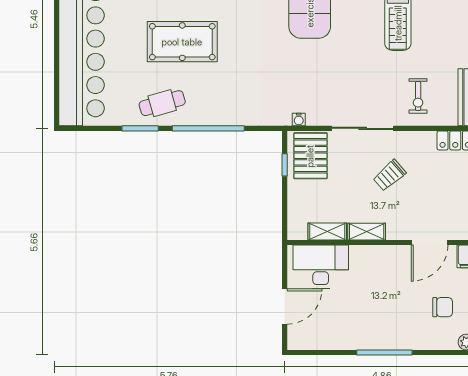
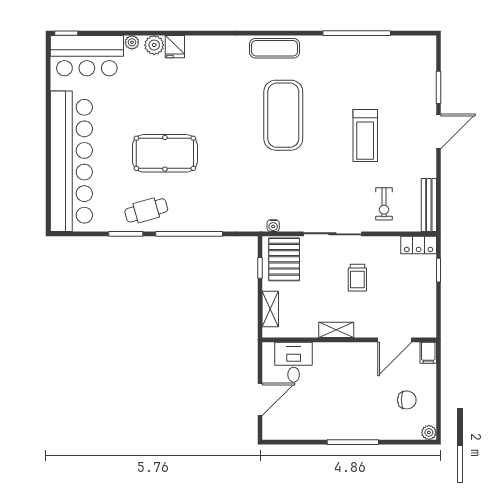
trolley: (389, 175) -> (357, 278), turned -49
shelving: (327, 231) -> (270, 309), moved, turned 90
desk: (321, 266) -> (294, 362), width x0.73

